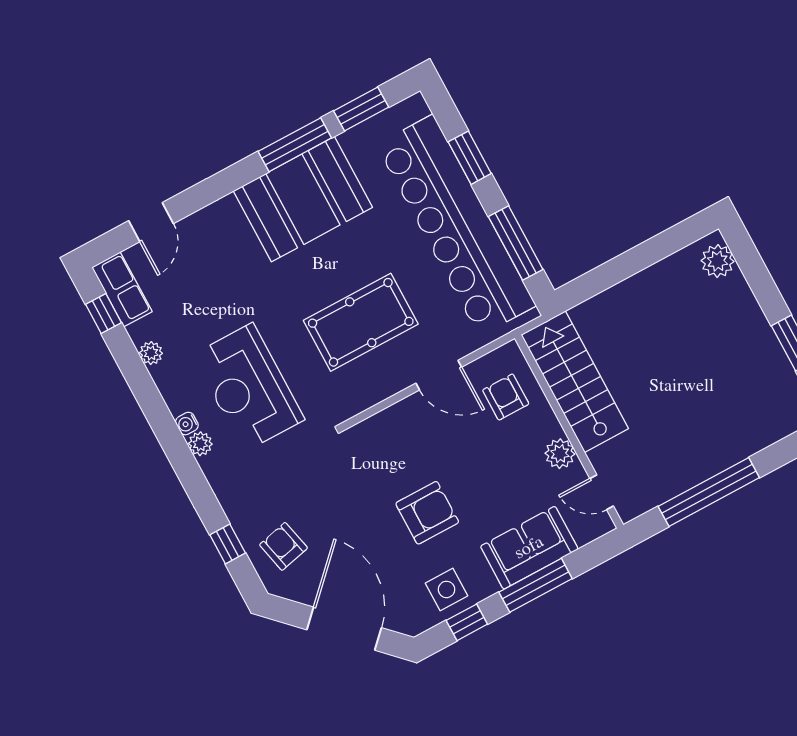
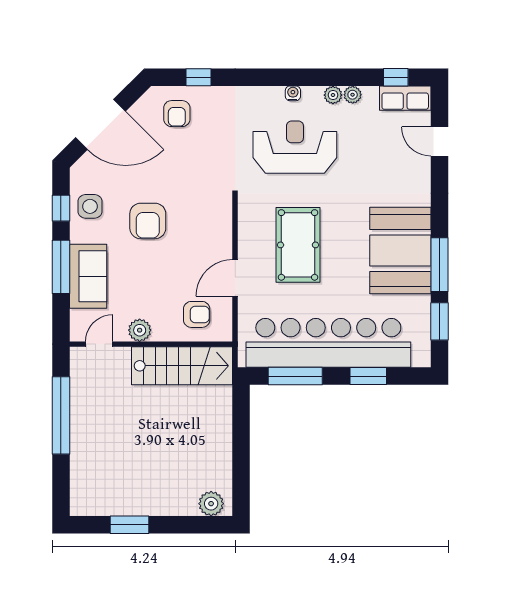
plant: (200, 444) -> (333, 95), moved
armchair: (284, 546) -> (177, 114), turned 103

